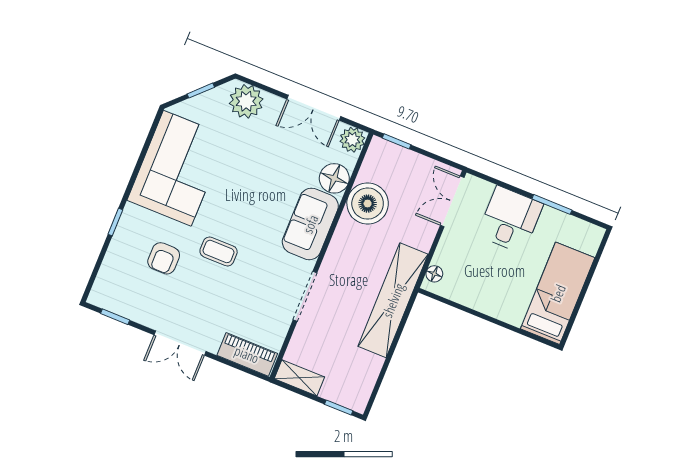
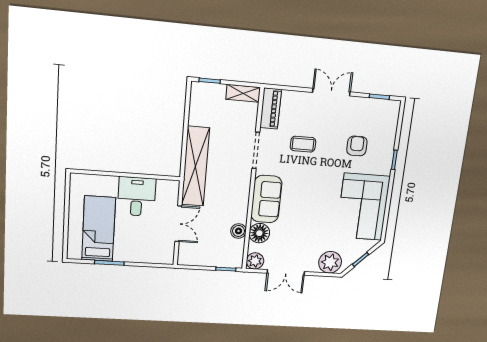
double door: (314, 108) -> (286, 272), swing flipped
double door: (452, 201) -> (178, 224), moved
boiler: (368, 204) -> (239, 231), width x0.54, depth x0.54
desk: (510, 220) -> (137, 197), moved, turned 180
coffee table: (219, 251) -> (303, 144), moved
floor lamp: (434, 274) -> (173, 193), removed
bed: (558, 293) -> (99, 229), moved, turned 180
piano: (247, 354) -> (271, 109), moved, turned -90

